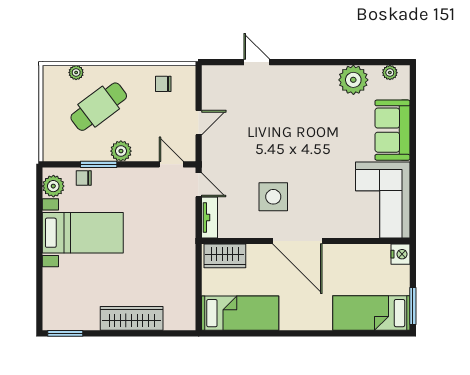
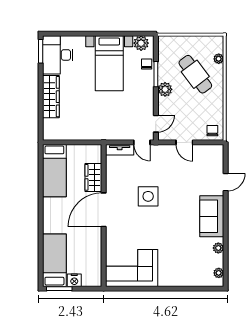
plant: (353, 80) -> (218, 248), width x0.53, depth x0.53
chair: (163, 84) -> (212, 131), moved
sofa: (392, 130) -> (212, 216), moved, turned -90
door: (199, 185) -> (142, 142), hinge flipped
side table: (273, 197) -> (148, 196), moved
nightstand: (401, 254) -> (74, 280), moved
wardrobe: (225, 256) -> (93, 177), moved
desk: (71, 308) -> (58, 55), added

